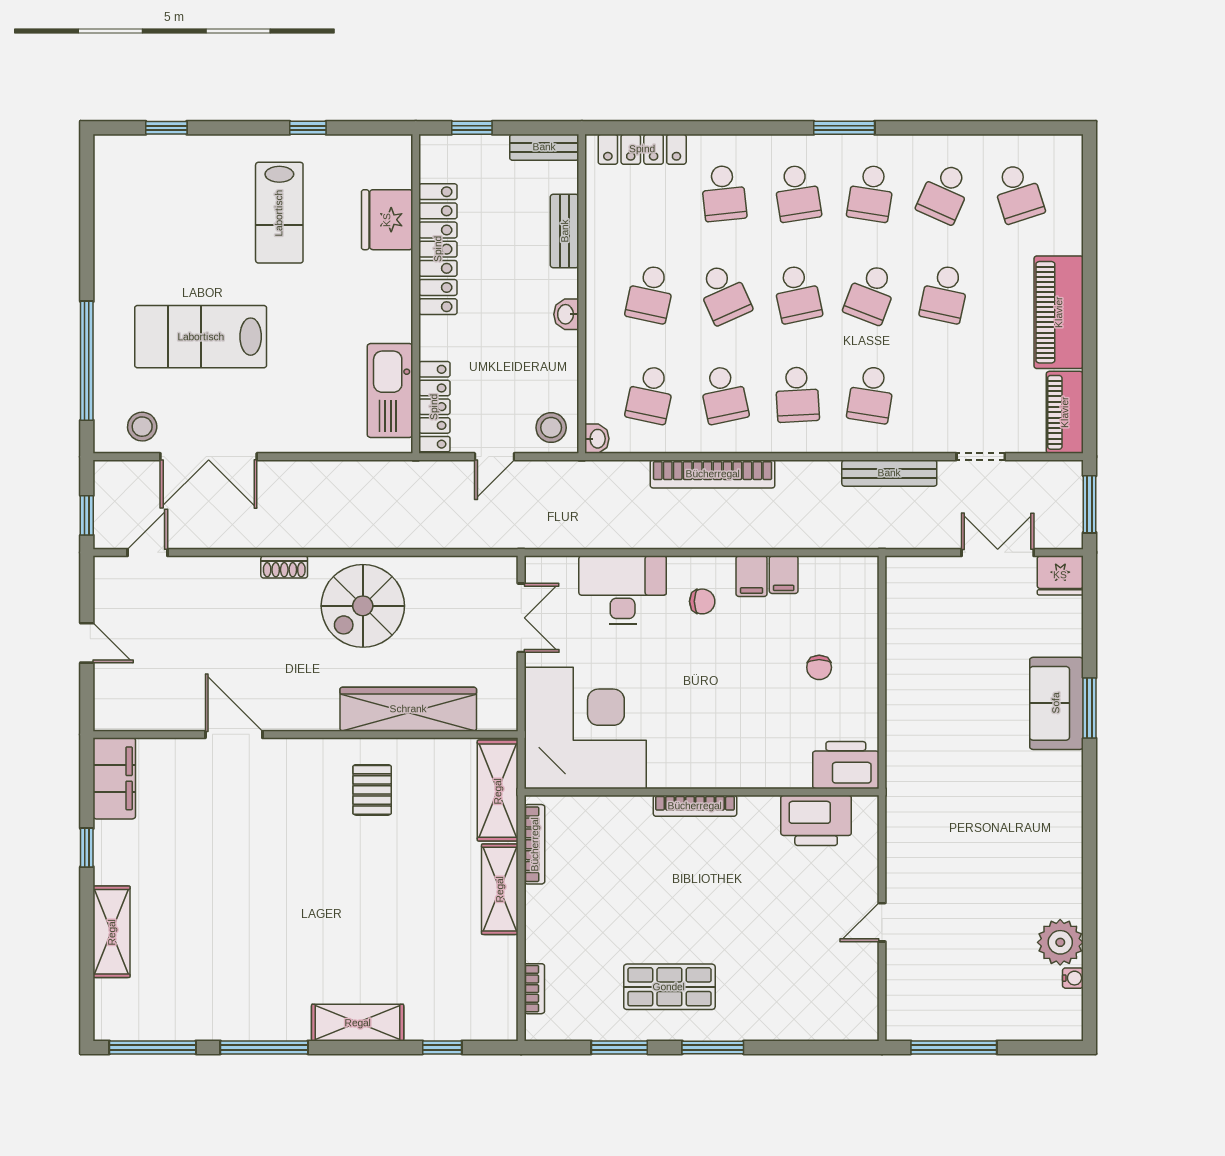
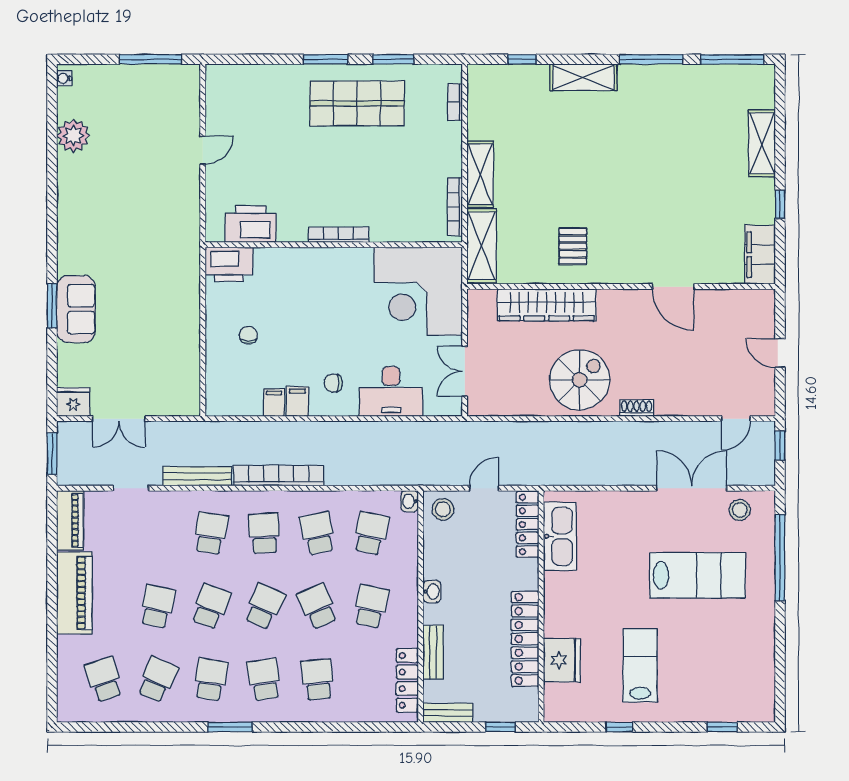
locker: (642, 149) -> (407, 680), moved, turned -90
school desk: (797, 294) -> (264, 606), turned 36
bookcase: (713, 474) -> (279, 476), moved
water cooler: (1073, 978) -> (64, 78), moved
shop shelf: (669, 987) -> (357, 103), width x1.43, depth x1.36

